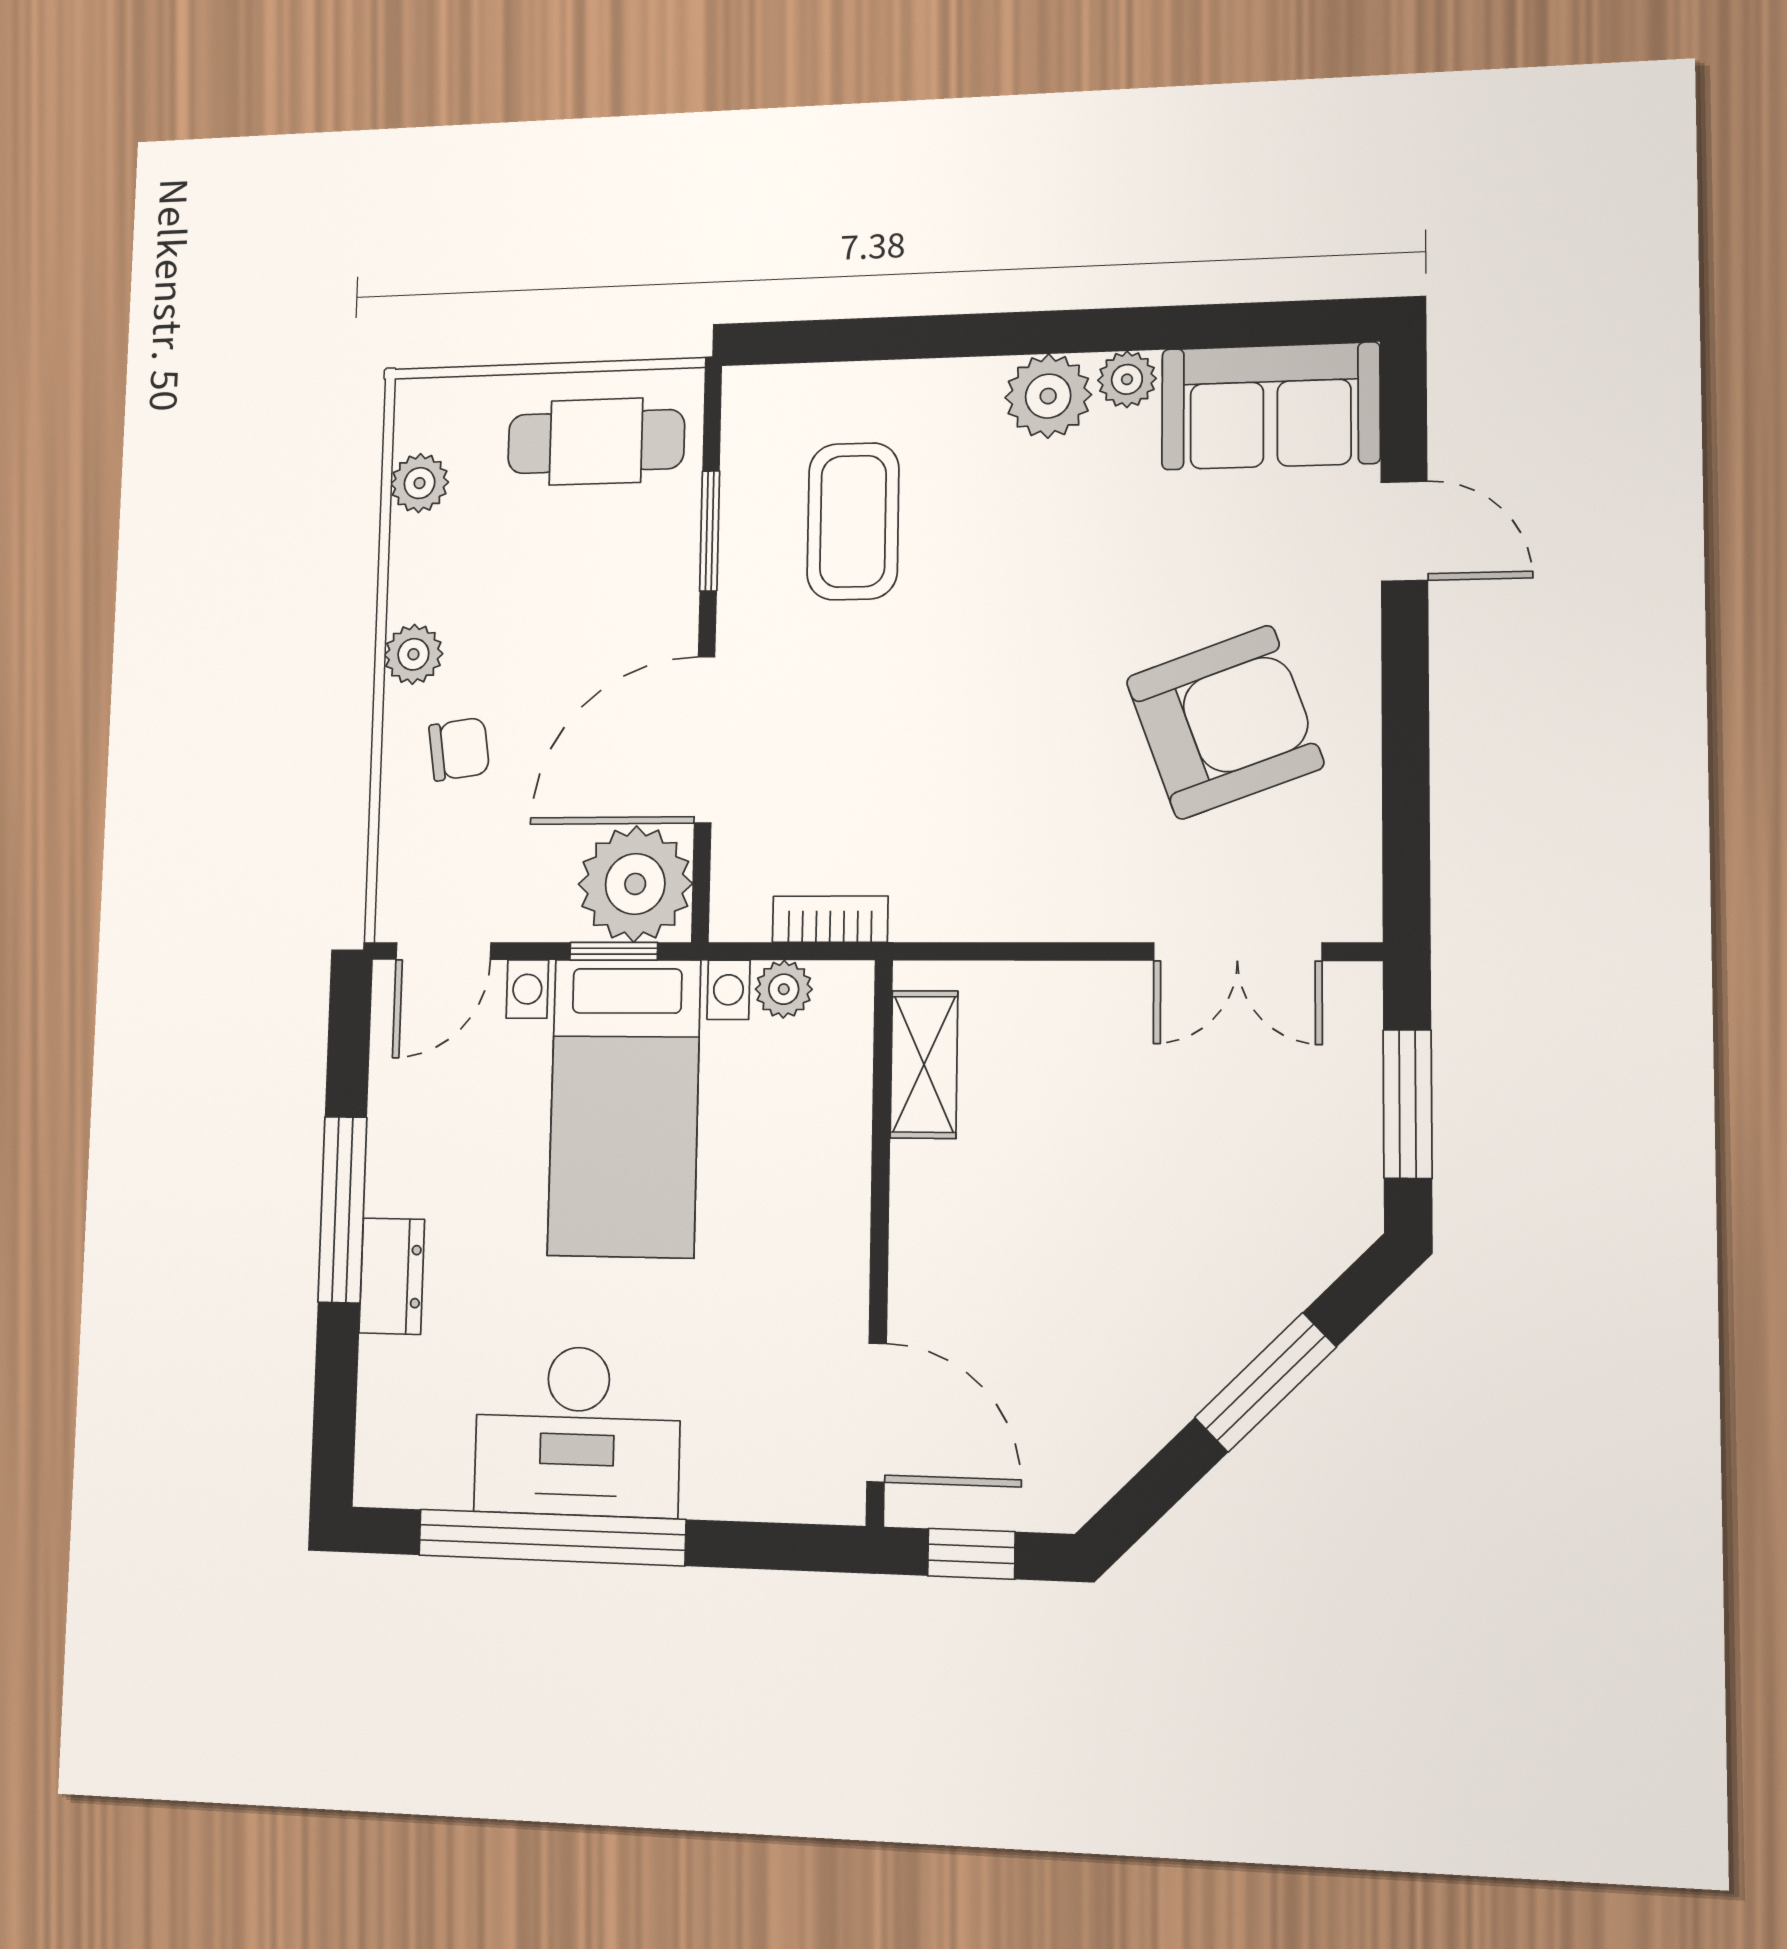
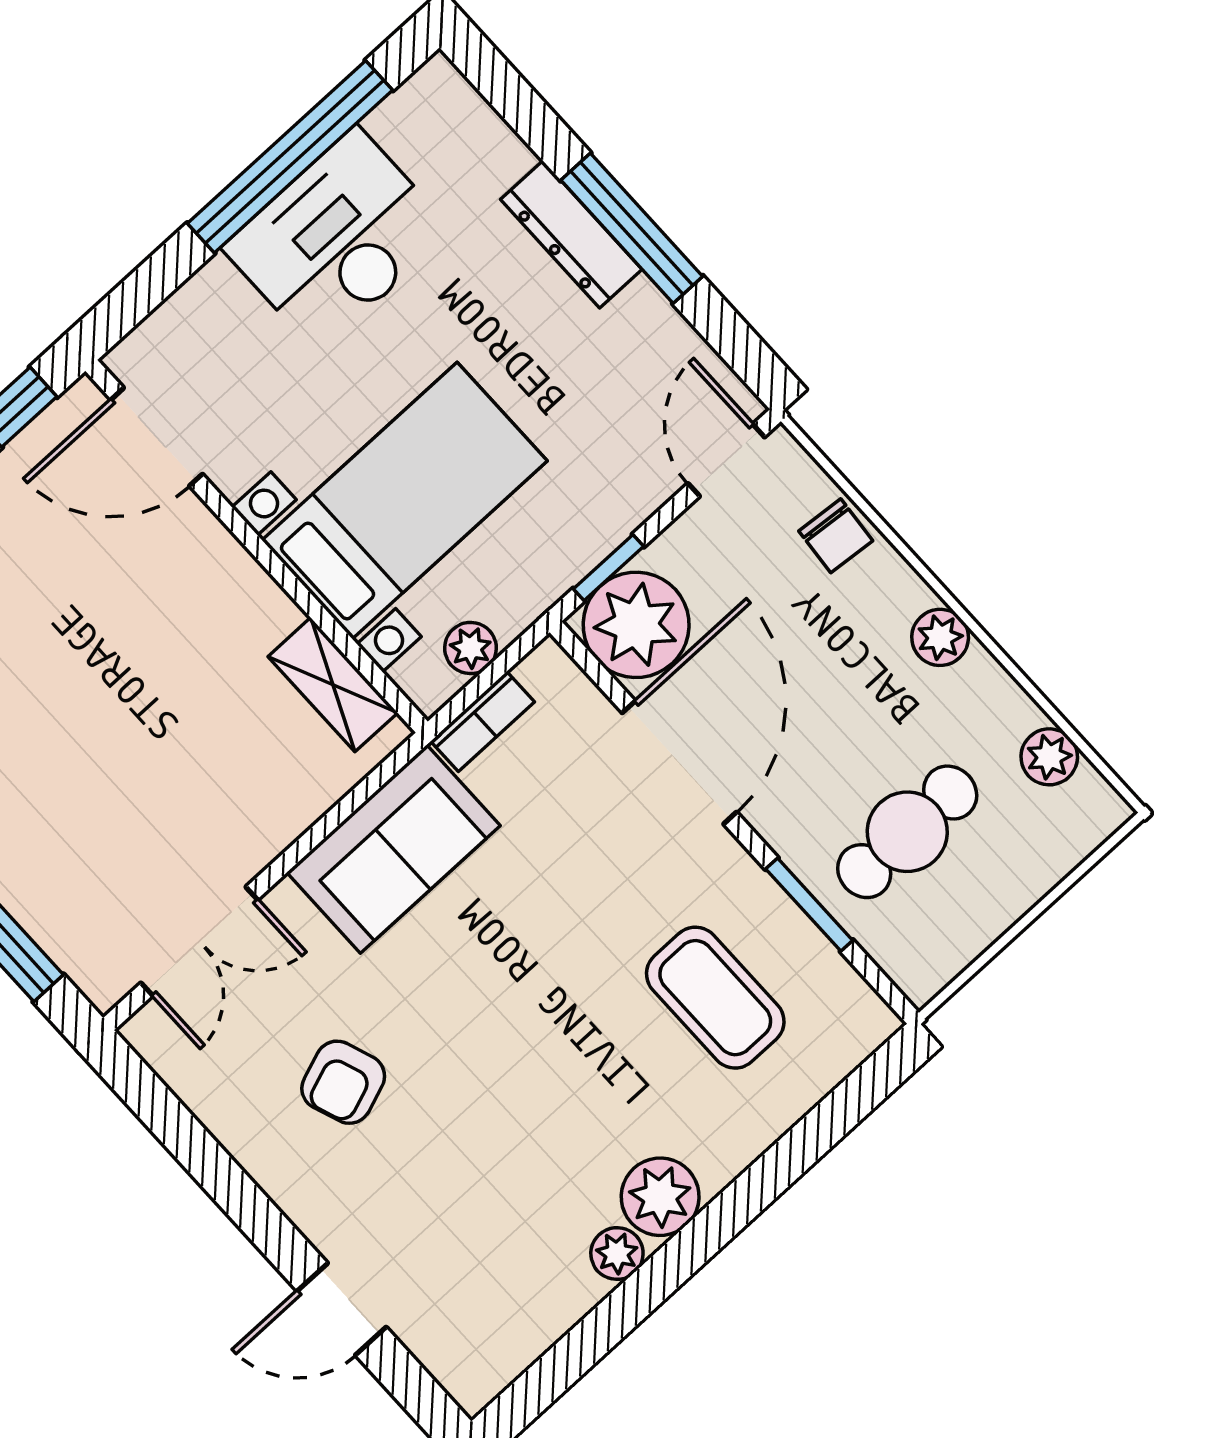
sofa: (1270, 406) -> (393, 849), moved, turned 180
cafe table: (596, 442) -> (907, 832), moved
armchair: (1225, 722) -> (343, 1082), width x0.53, depth x0.53
chair: (459, 749) -> (836, 536), moved, turned -77
double door: (1238, 952) -> (199, 941), swing flipped
bed with nightstands: (624, 1108) -> (405, 501), moved, turned 90
dresser: (392, 1276) -> (571, 234), width x1.44

